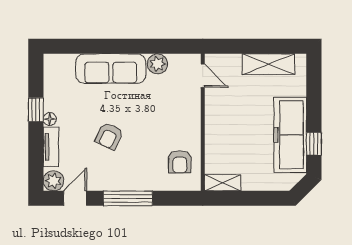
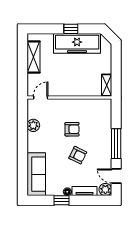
sofa: (111, 69) -> (36, 174), moved
window: (314, 144) -> (71, 29), moved
armchair: (180, 162) -> (72, 129), moved

